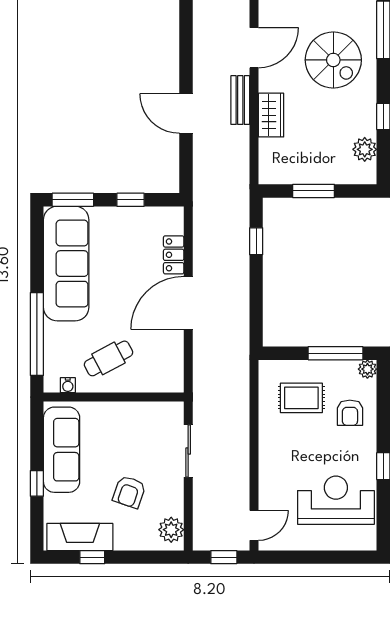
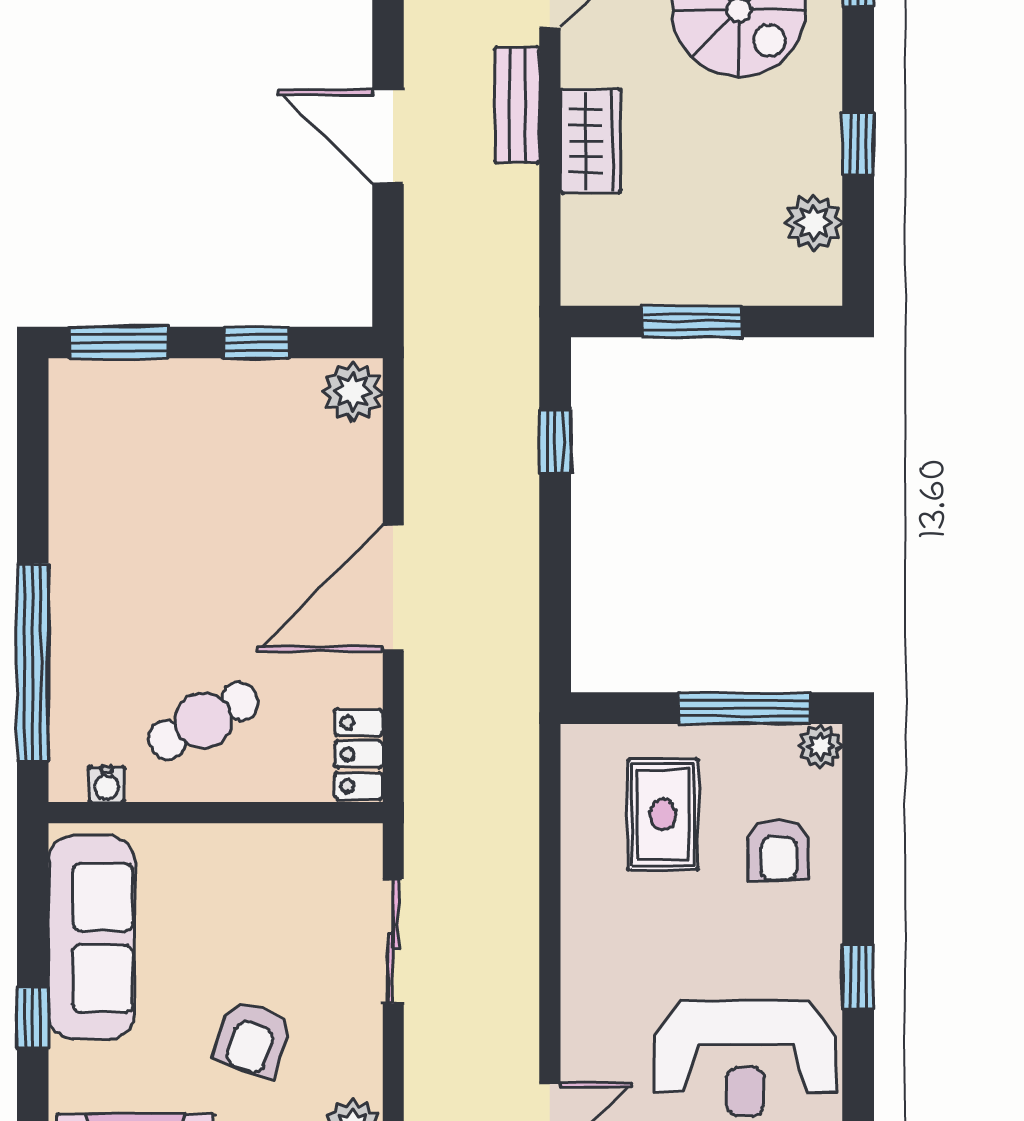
plant: (171, 220) -> (353, 392), added
locker: (174, 255) -> (359, 754), moved
sofa: (66, 264) -> (103, 495), removed
rug: (301, 398) -> (663, 814), turned 90
reception desk: (336, 500) -> (745, 1058), turned 180

